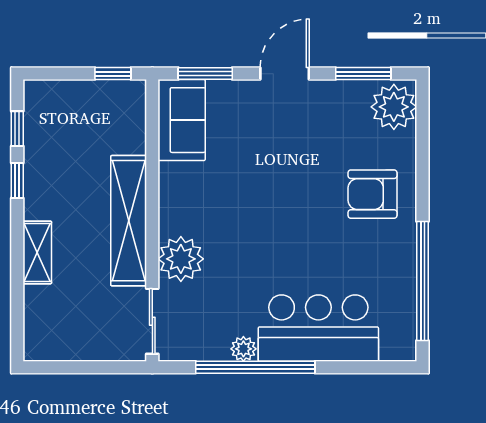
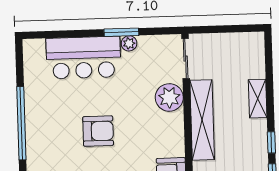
armchair: (373, 194) -> (98, 131), moved
window: (423, 281) -> (21, 123), moved
window: (255, 367) -> (121, 32), width x0.47

